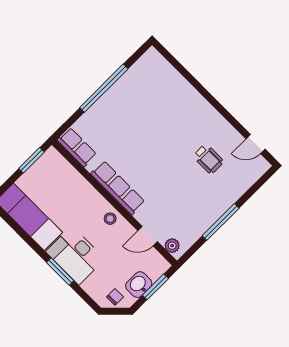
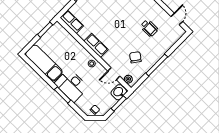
door: (256, 144) -> (177, 19), swing flipped
row of seats: (118, 188) -> (96, 45), width x0.68
chair: (185, 209) -> (135, 57), added
washbasin: (139, 285) -> (119, 92), moved

